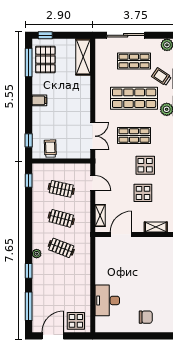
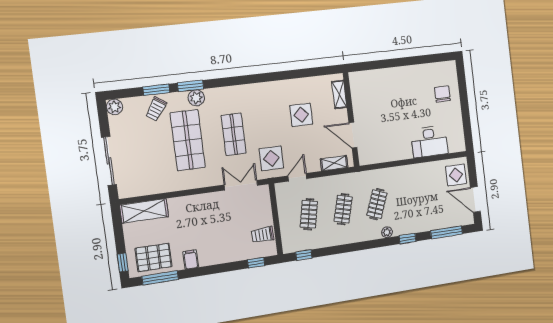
shop shelf: (134, 61) -> (141, 146), removed
filing cabinet: (39, 100) -> (191, 259), moved
display table: (145, 165) -> (271, 158), moved

